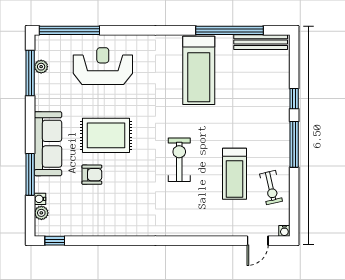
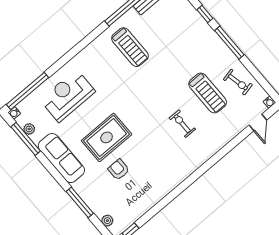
treadmill: (199, 70) -> (130, 47), width x0.73, depth x0.73
sofa: (48, 144) -> (61, 158), moved
exercise bike: (179, 160) -> (182, 124), moved, width x0.73, depth x0.72
armchair: (92, 175) -> (119, 170), turned -90
water cooler: (40, 199) -> (14, 113), moved

